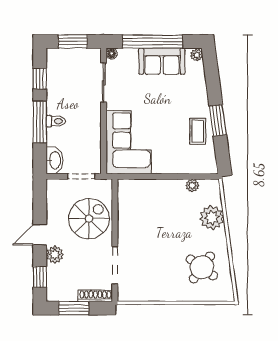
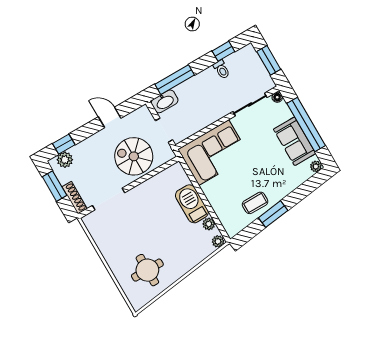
toilet: (56, 121) -> (222, 69), moved
window: (40, 122) -> (175, 80), moved
barbecue: (164, 190) -> (192, 204), added
plant: (212, 218) -> (218, 241), moved, width x0.53, depth x0.53
spiral stairs: (89, 219) -> (134, 156), turned 180
door: (40, 235) -> (110, 117), moved
plant: (55, 255) -> (65, 160), moved
round table: (202, 267) -> (147, 270), turned -36

